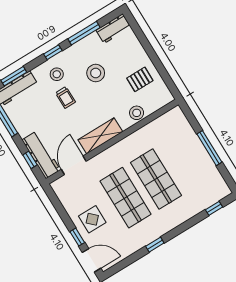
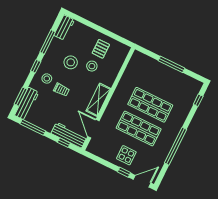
stool: (137, 113) -> (92, 66), moved
window: (155, 245) -> (176, 146), width x3.17

